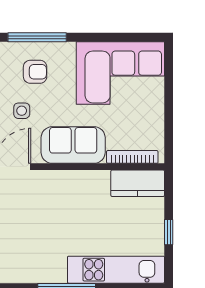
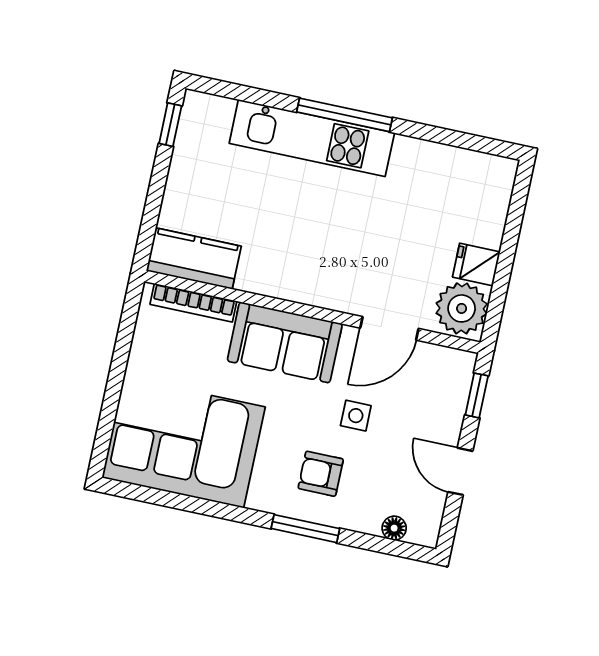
window: (37, 37) -> (305, 529), width x0.69
window: (169, 232) -> (170, 125), moved
kitchen unit: (116, 270) -> (312, 138), moved

